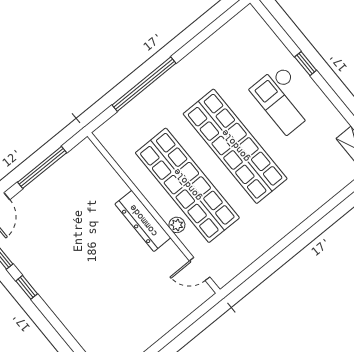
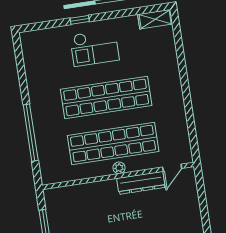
dresser: (143, 221) -> (141, 183), moved
plant: (177, 225) -> (119, 168), moved

